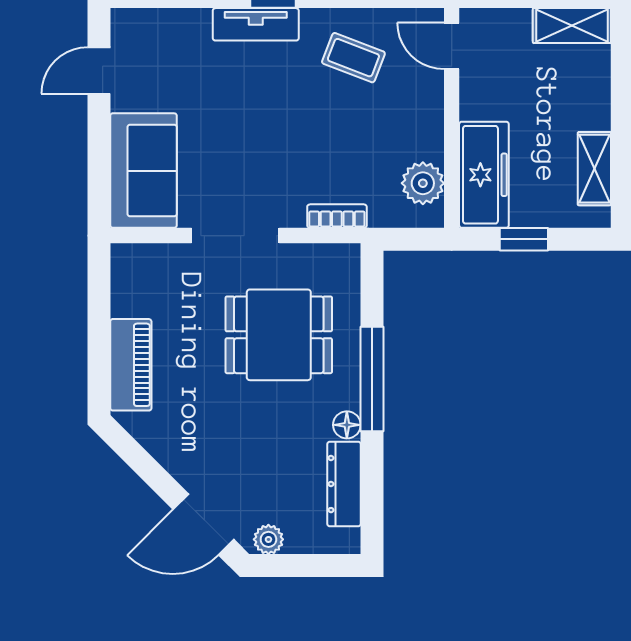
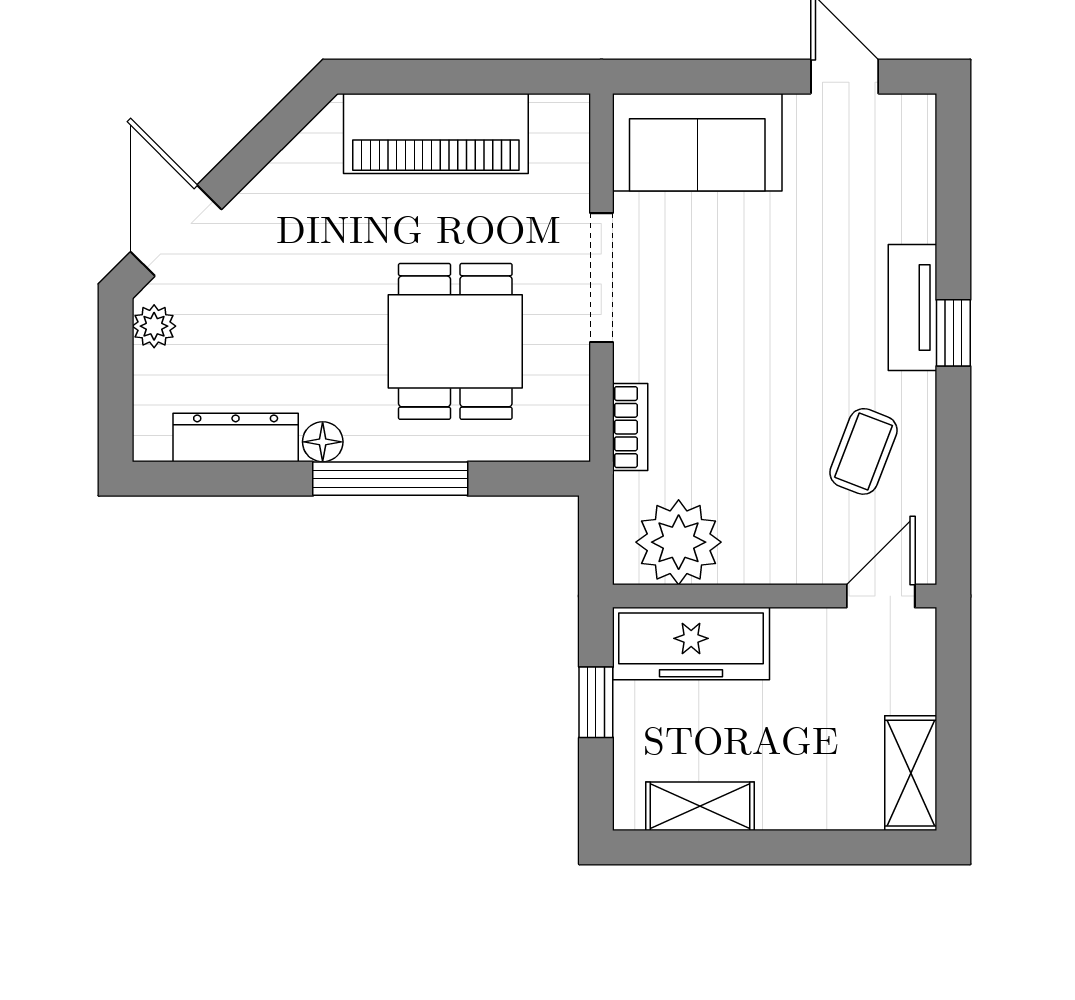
plant: (423, 183) -> (679, 542), width x1.36, depth x1.36
piano: (131, 365) -> (436, 133), width x1.37, depth x1.33

